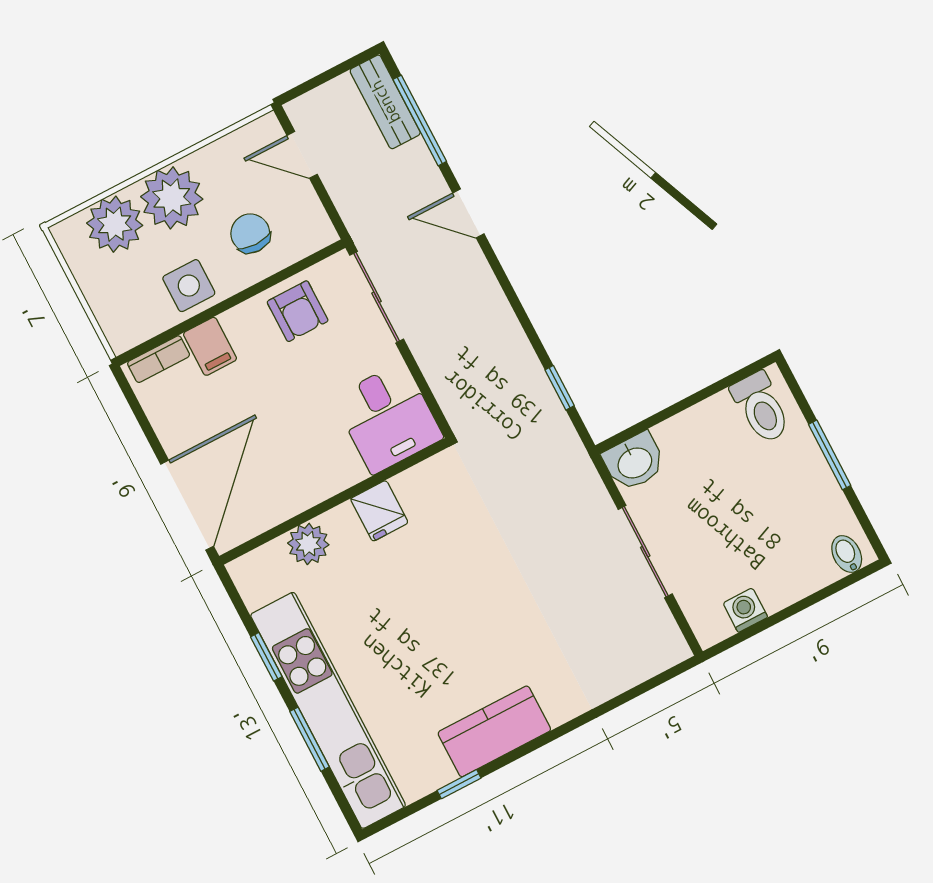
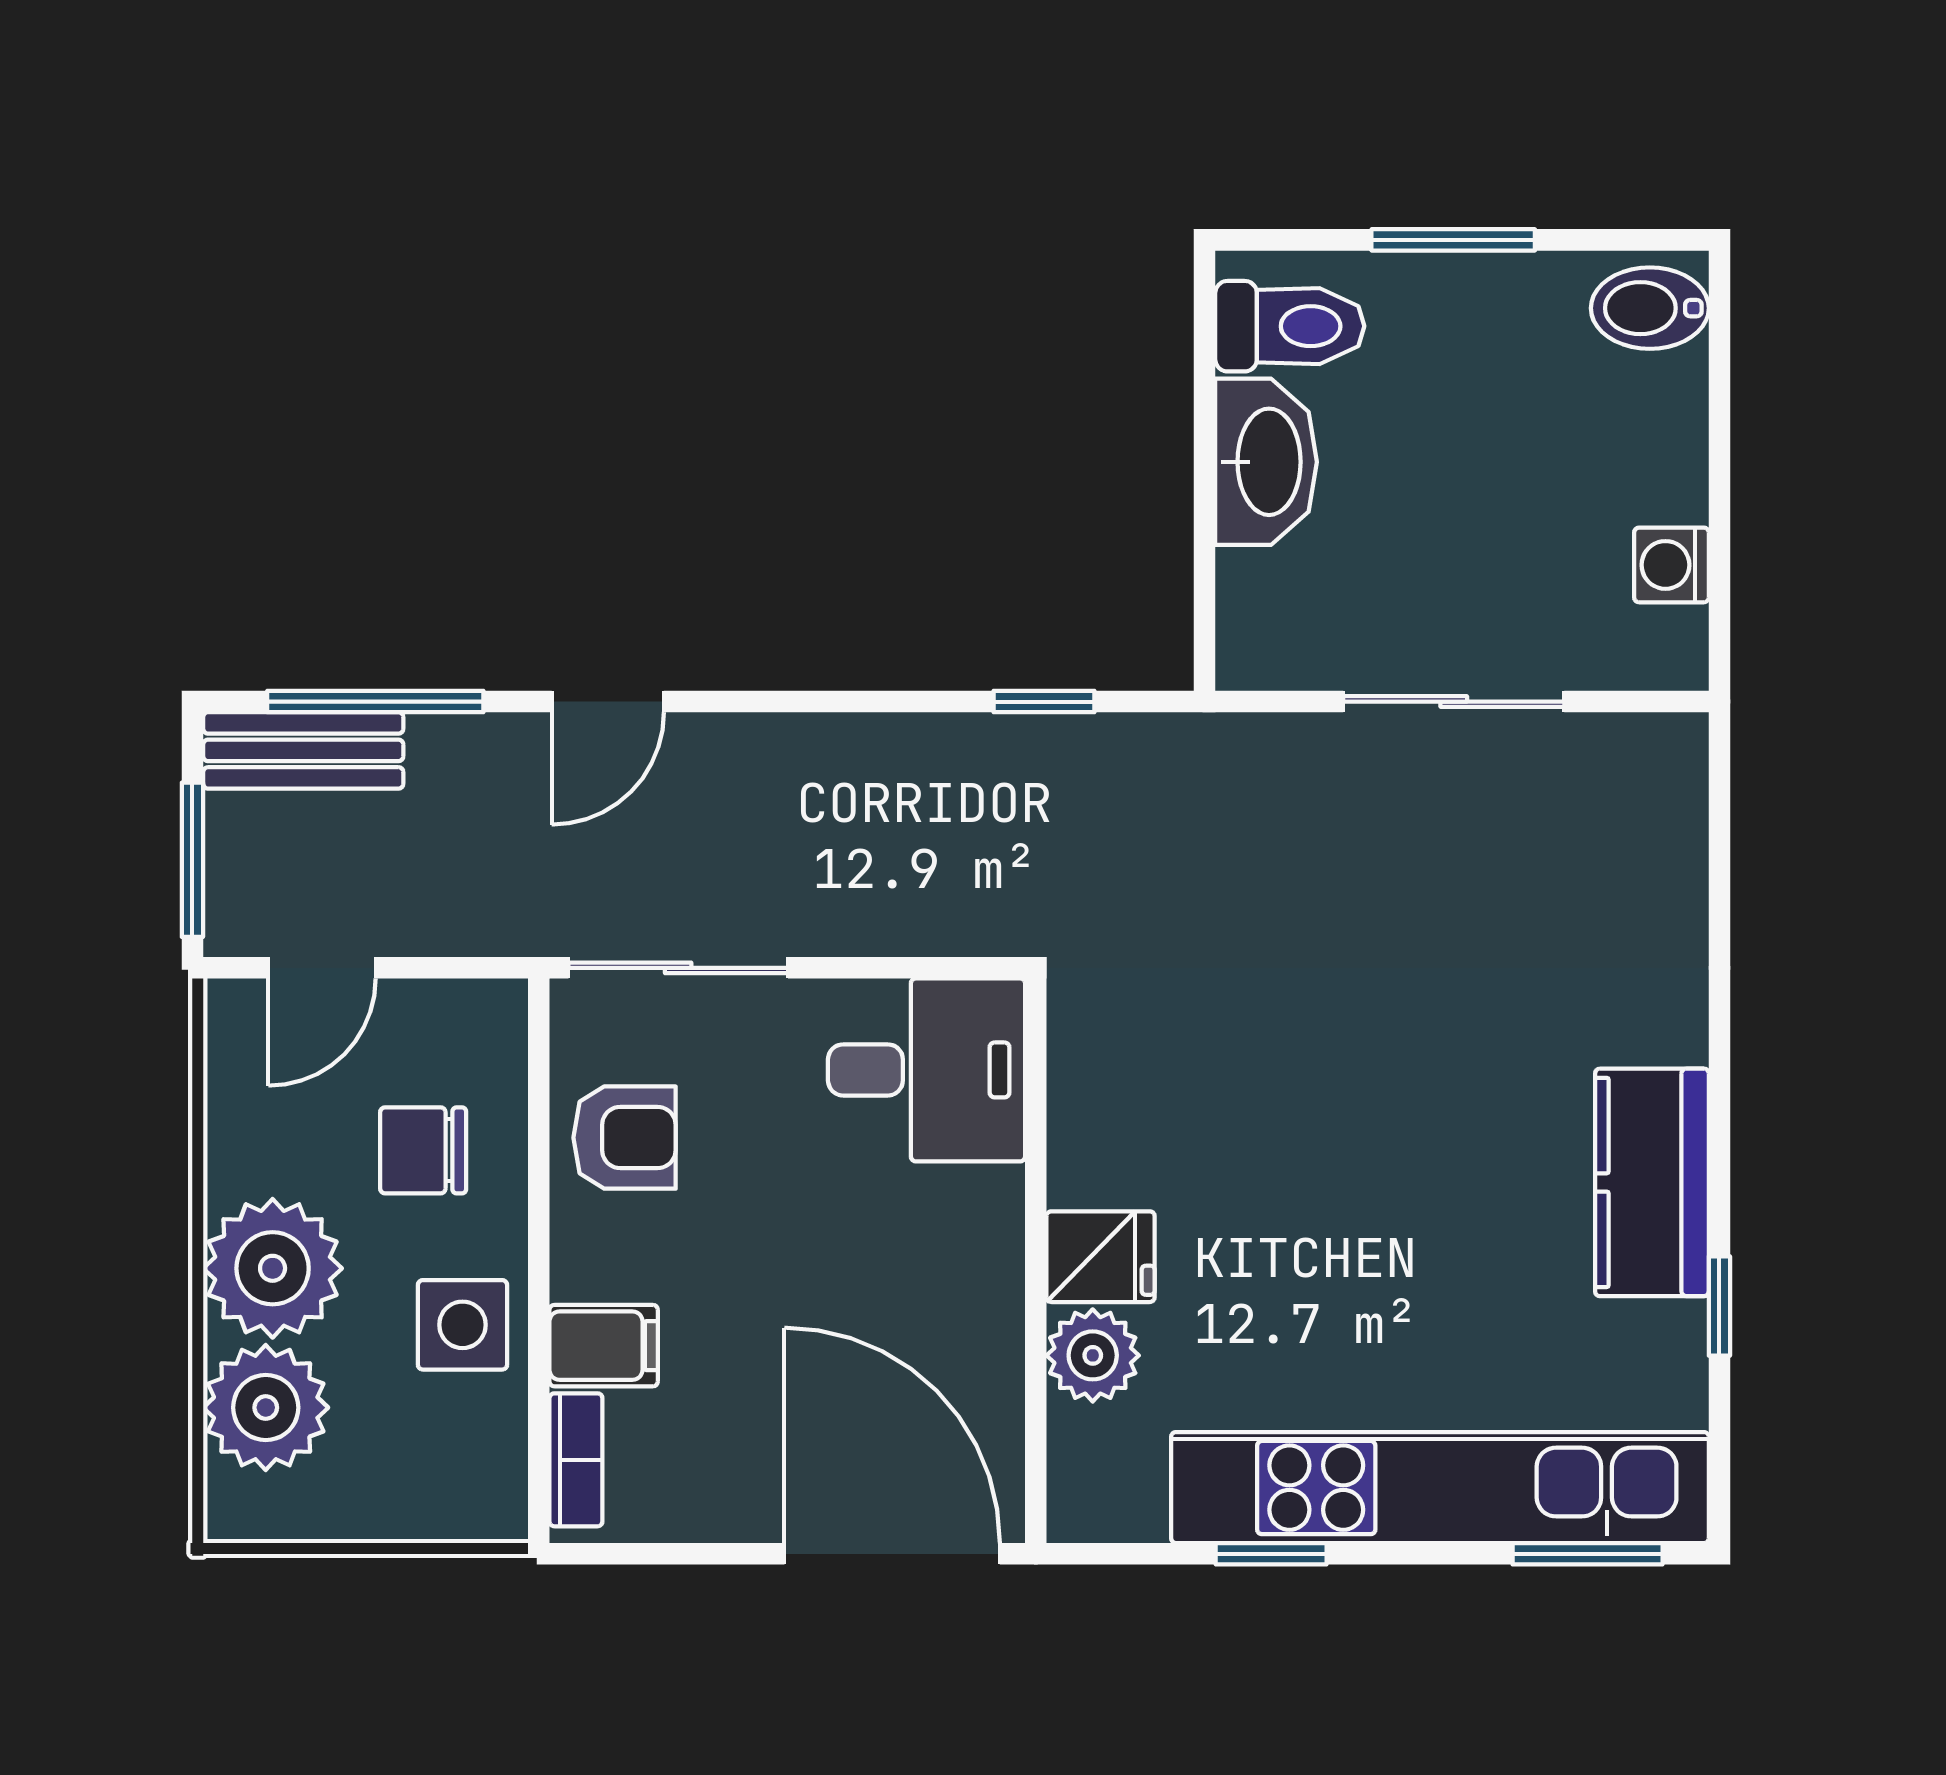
window: (318, 80) -> (192, 860), added
washbasin: (634, 462) -> (1266, 462), moved, width x1.38
fridge: (379, 511) -> (1101, 1257), moved
bidet: (847, 554) -> (1650, 308), width x1.38, depth x1.36
window: (309, 739) -> (1588, 1554), moved

